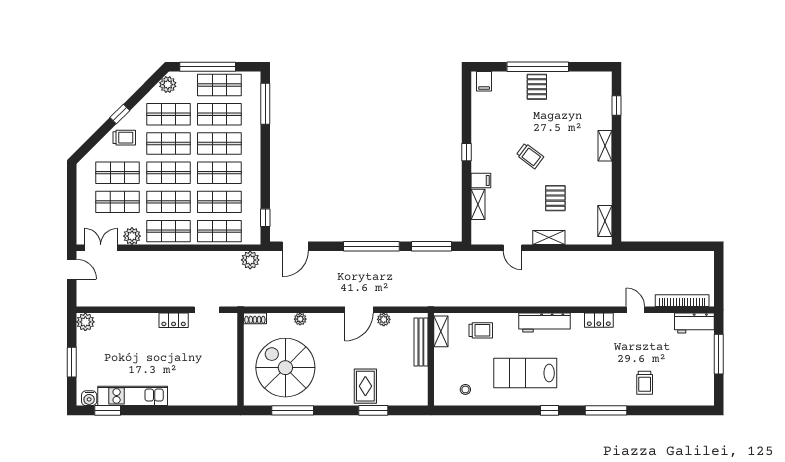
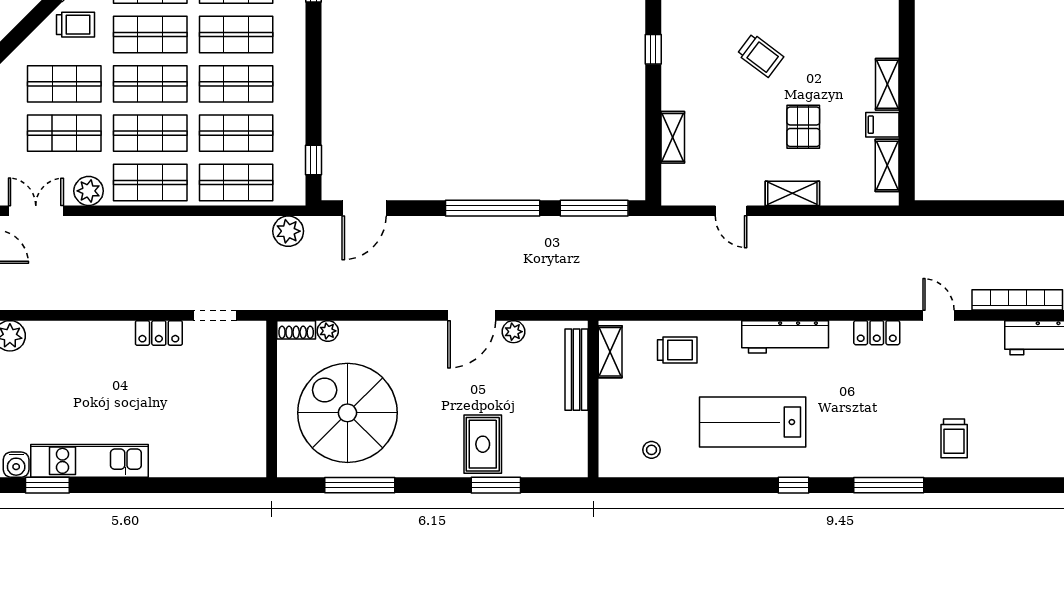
shelving: (605, 146) -> (887, 84), moved
filing cabinet: (481, 180) -> (882, 125), moved, turned 180
plant: (300, 319) -> (328, 331), moved

